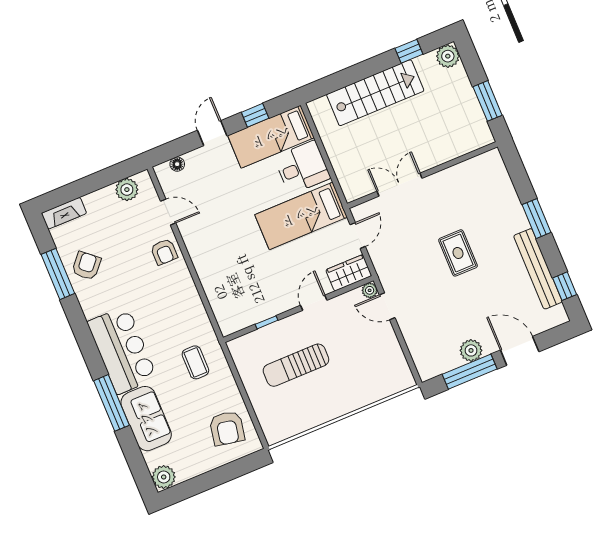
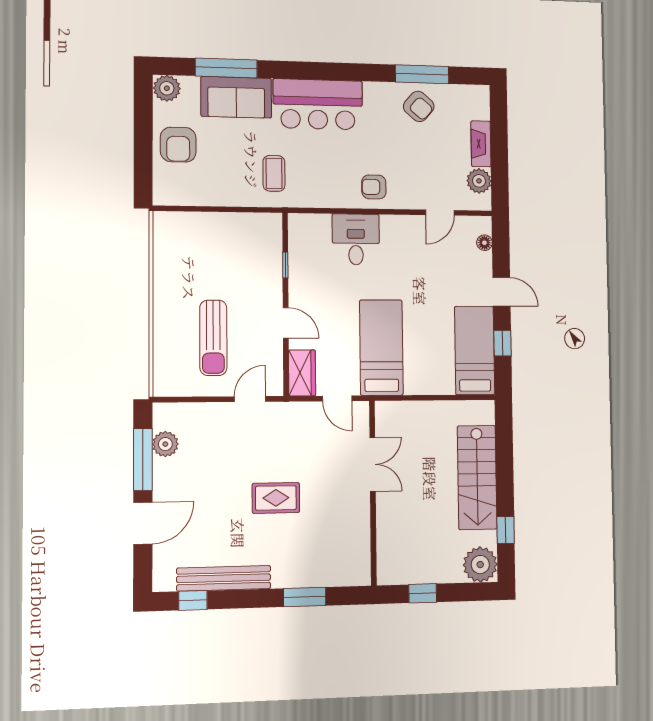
plant: (448, 56) -> (480, 565), width x1.36, depth x1.36
window: (488, 101) -> (423, 593), width x0.67
desk: (302, 168) -> (356, 239), moved, turned 180
fireplace: (64, 213) -> (481, 144), moved
window: (536, 219) -> (305, 597), moved
armchair: (164, 252) -> (374, 187), moved
plant: (370, 290) -> (275, 387), removed
plant: (471, 350) -> (165, 444), moved
coffee table: (195, 362) -> (274, 173), turned 90
sun lounger: (296, 365) -> (213, 338), moved, turned 180
window: (112, 403) -> (226, 68), moved
armchair: (227, 428) -> (178, 145), moved, turned -101

